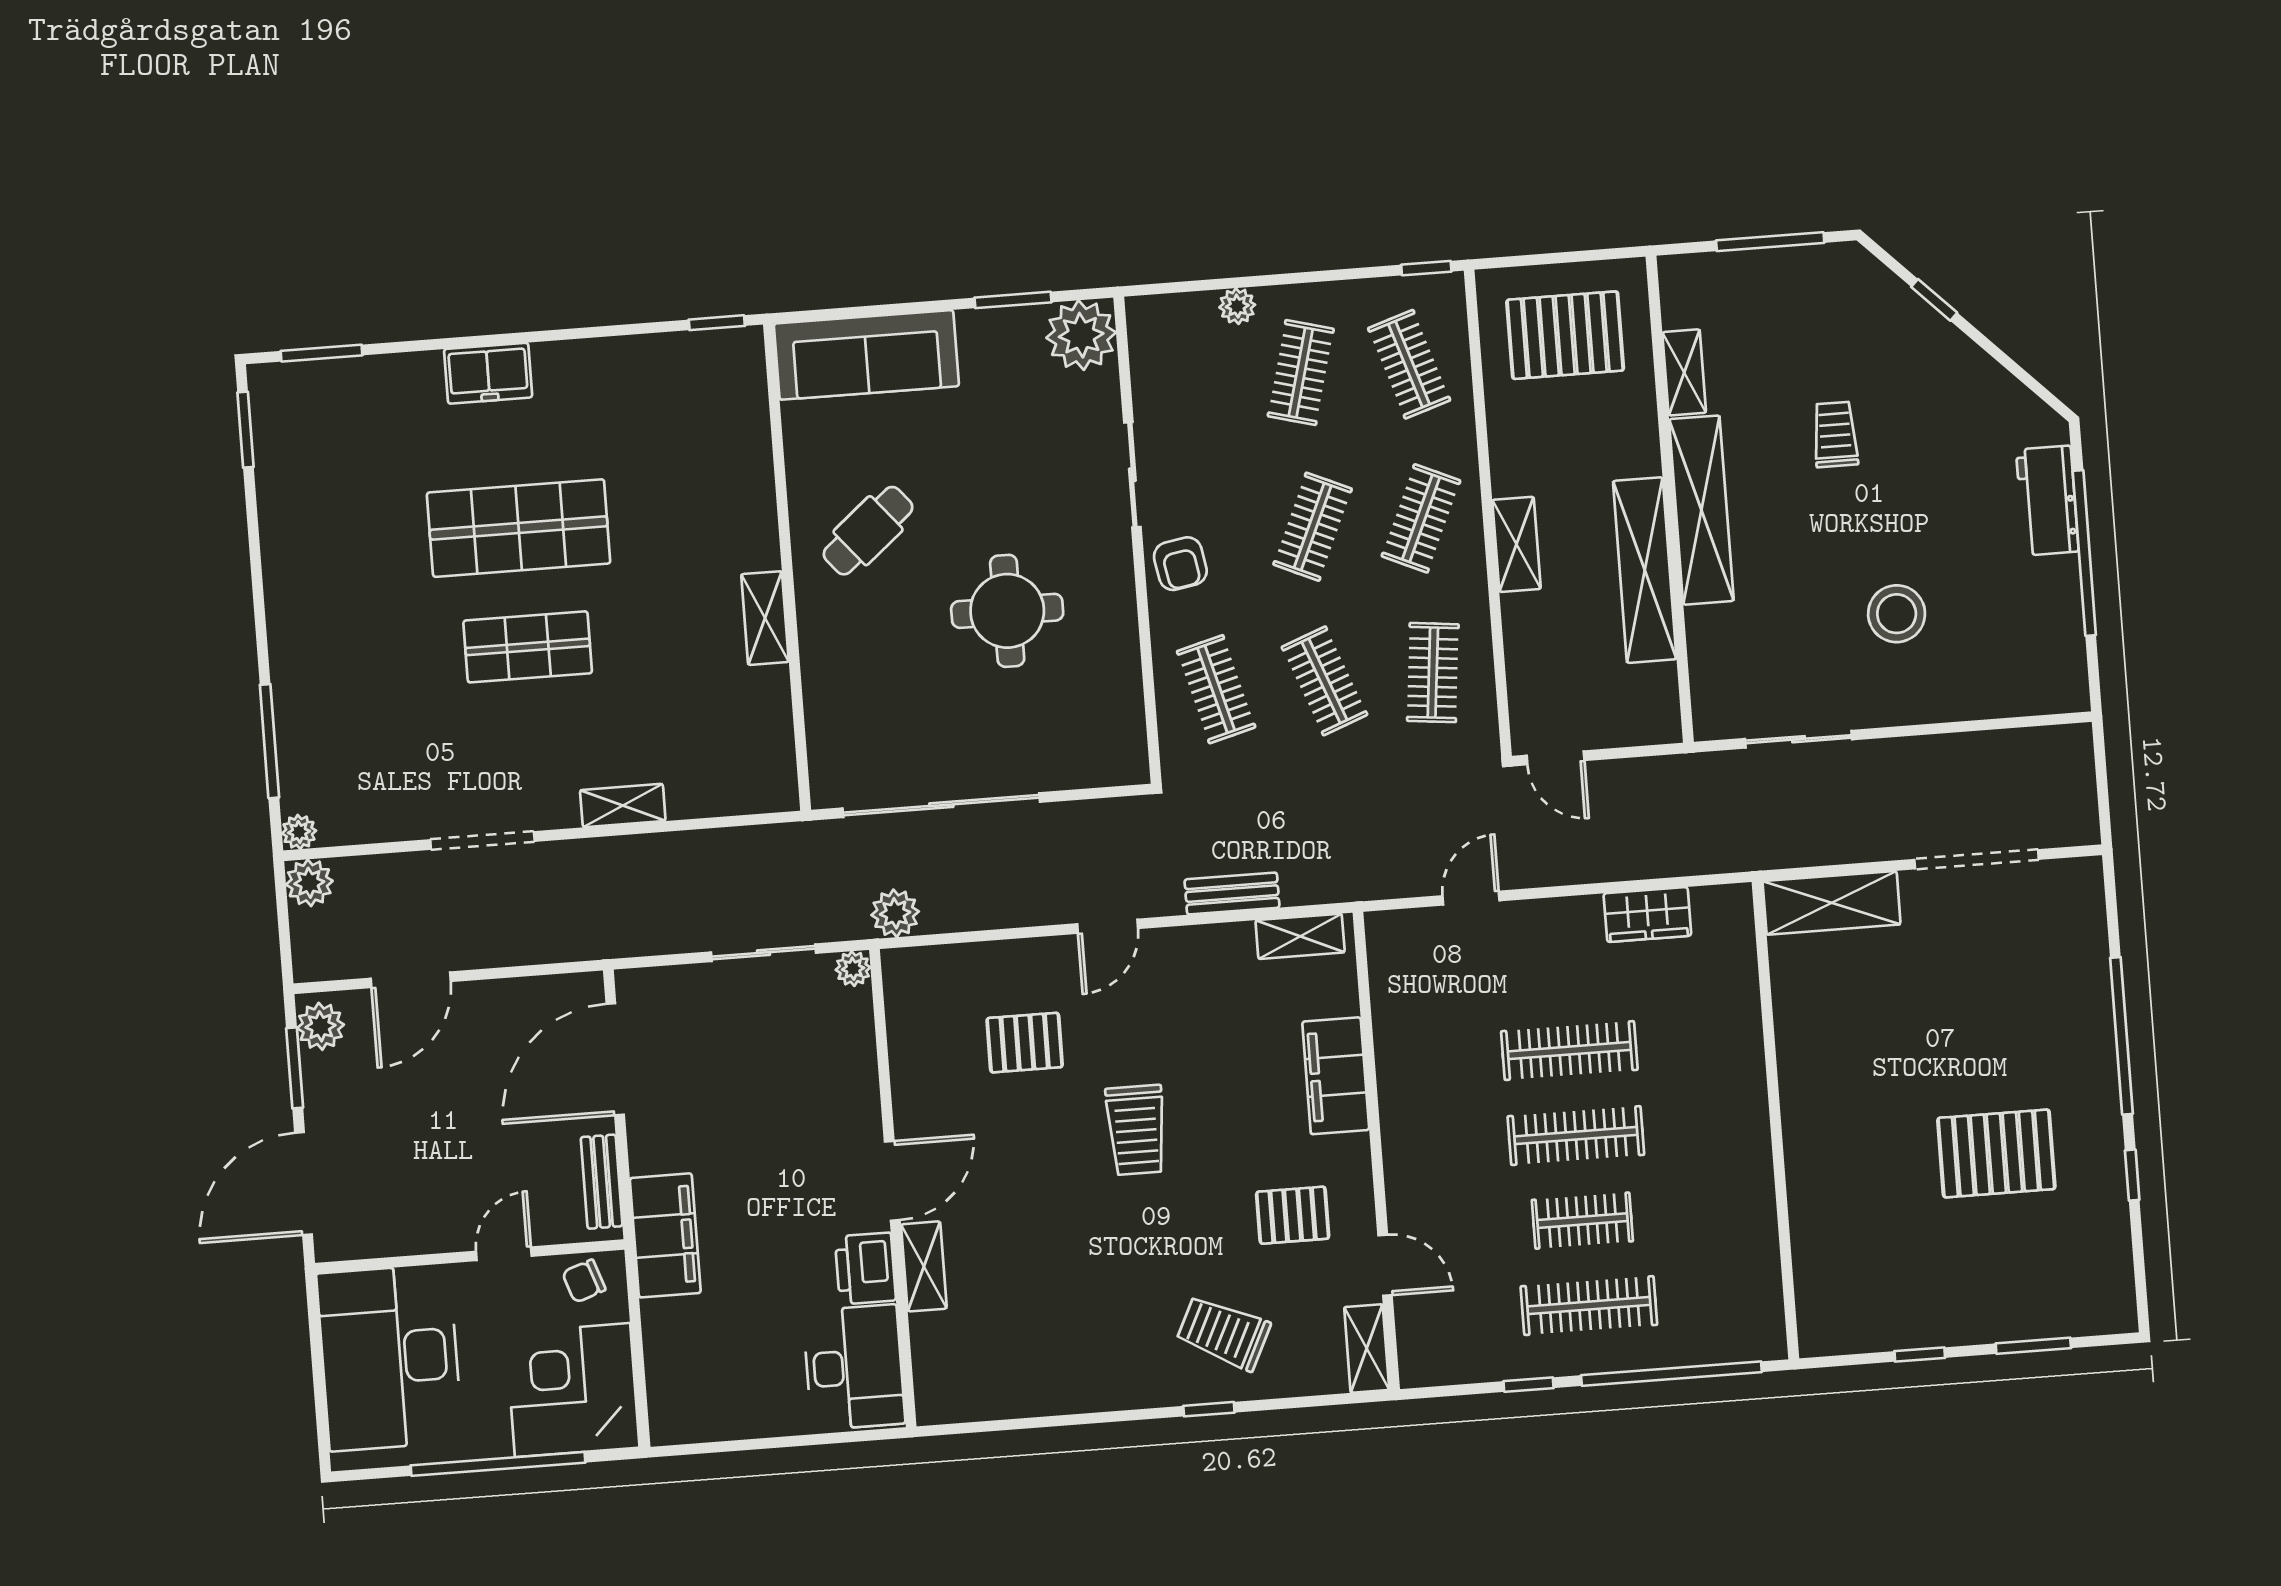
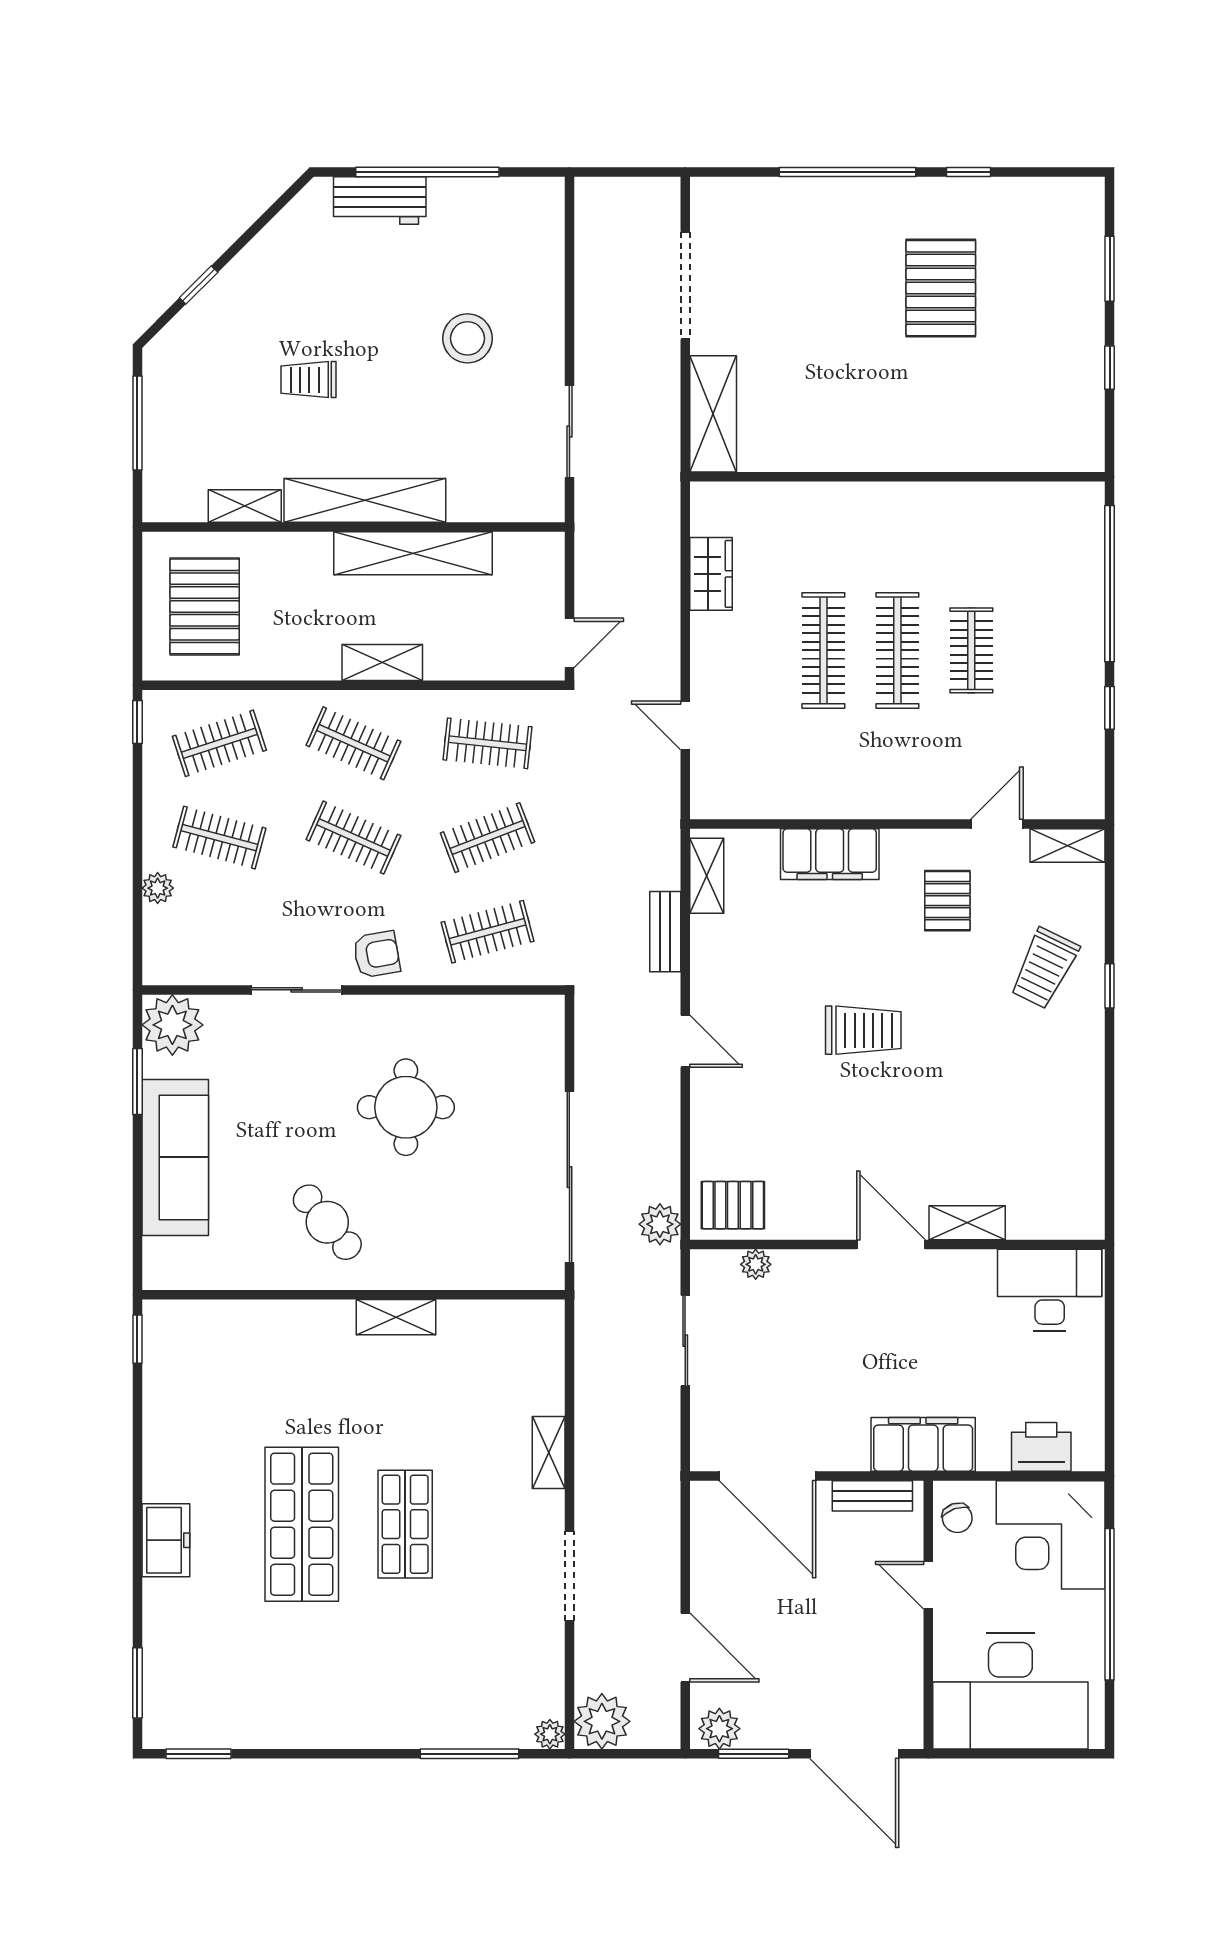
sofa: (866, 355) -> (175, 1157), moved
plant: (309, 883) -> (602, 1721), width x1.36, depth x1.36
plant: (853, 969) -> (756, 1264), moved
pallet: (1025, 1043) -> (733, 1205), moved, turned 90
printer: (865, 1268) -> (1041, 1447), moved, turned 180
clothes rail: (1589, 1306) -> (1045, 650), removed

